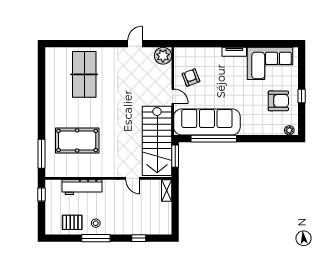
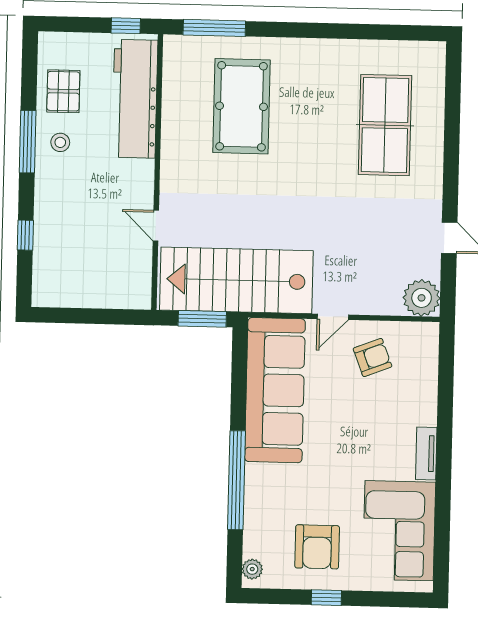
table tennis table: (84, 74) -> (385, 125), turned 90
window: (214, 139) -> (236, 480), moved
door: (133, 178) -> (156, 226), hinge flipped
workbench: (82, 187) -> (135, 99), width x1.36, depth x1.32
shelving: (167, 191) -> (128, 299), removed

